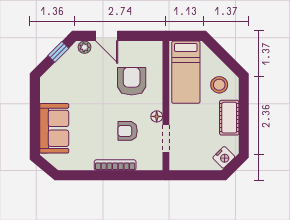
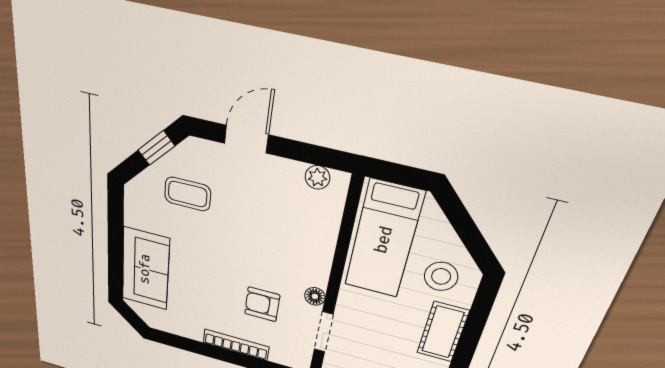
door: (107, 36) -> (246, 139), swing flipped
plant: (85, 47) -> (317, 177), moved
coffee table: (77, 74) -> (188, 194), added
armchair: (132, 81) -> (281, 230), removed

